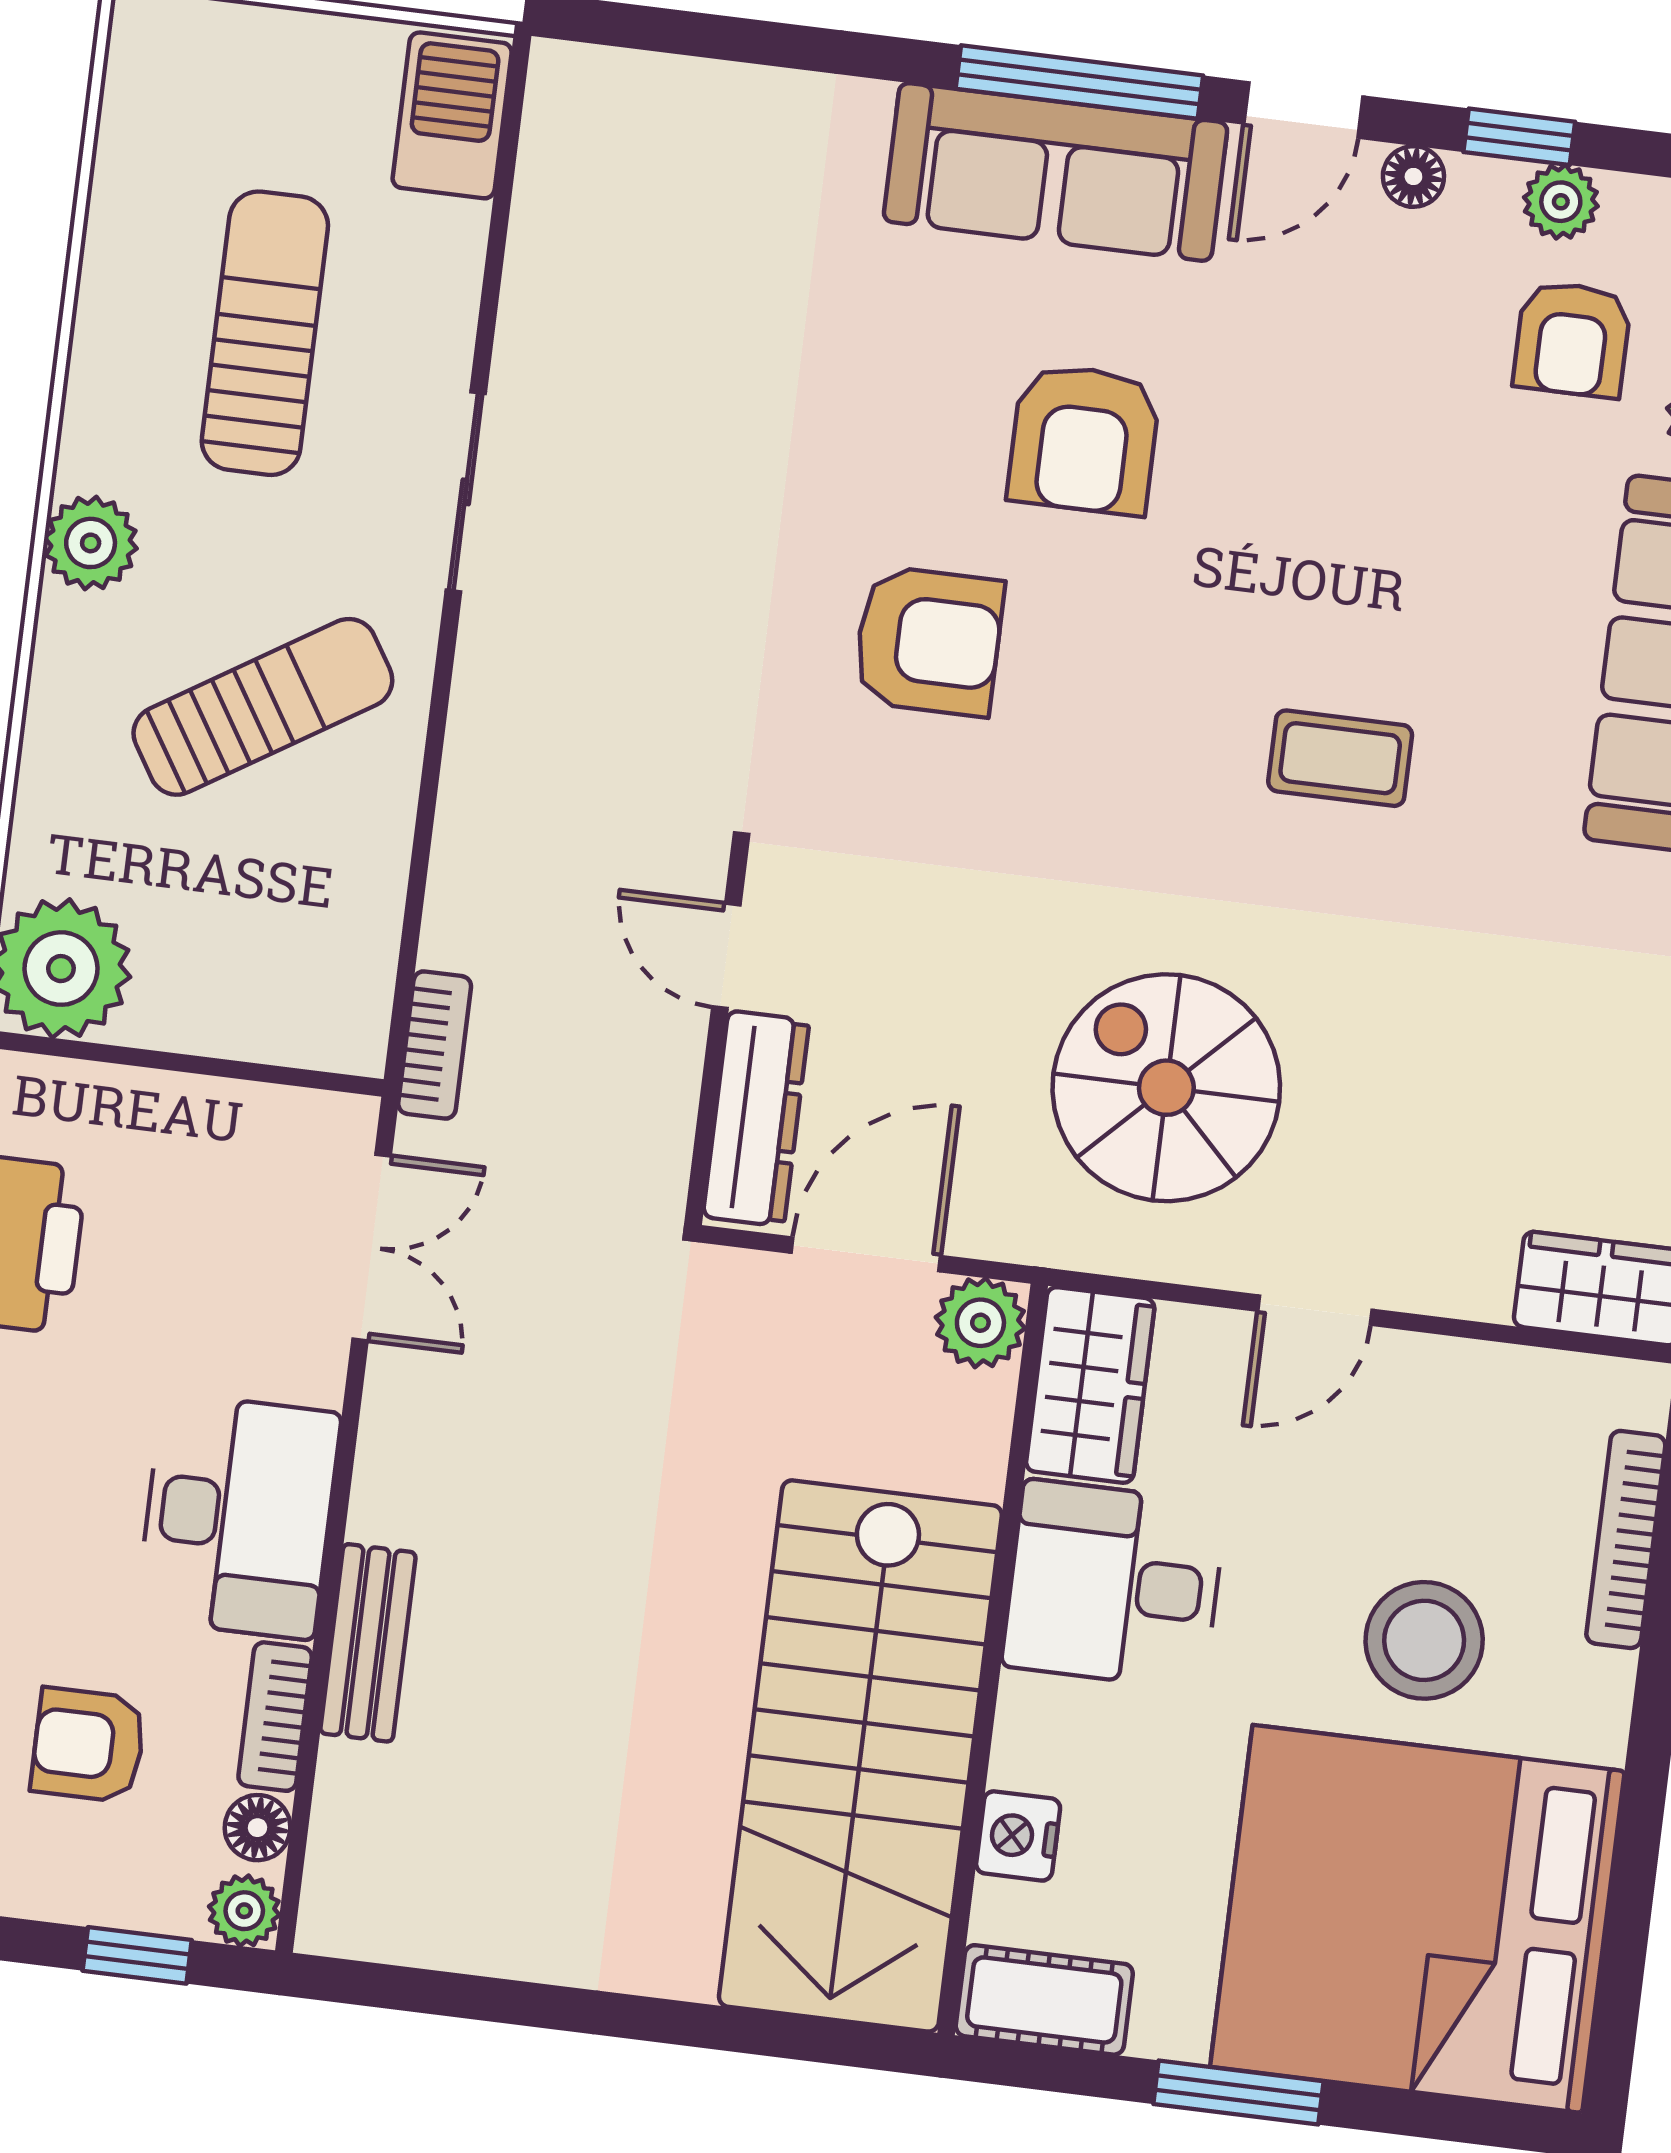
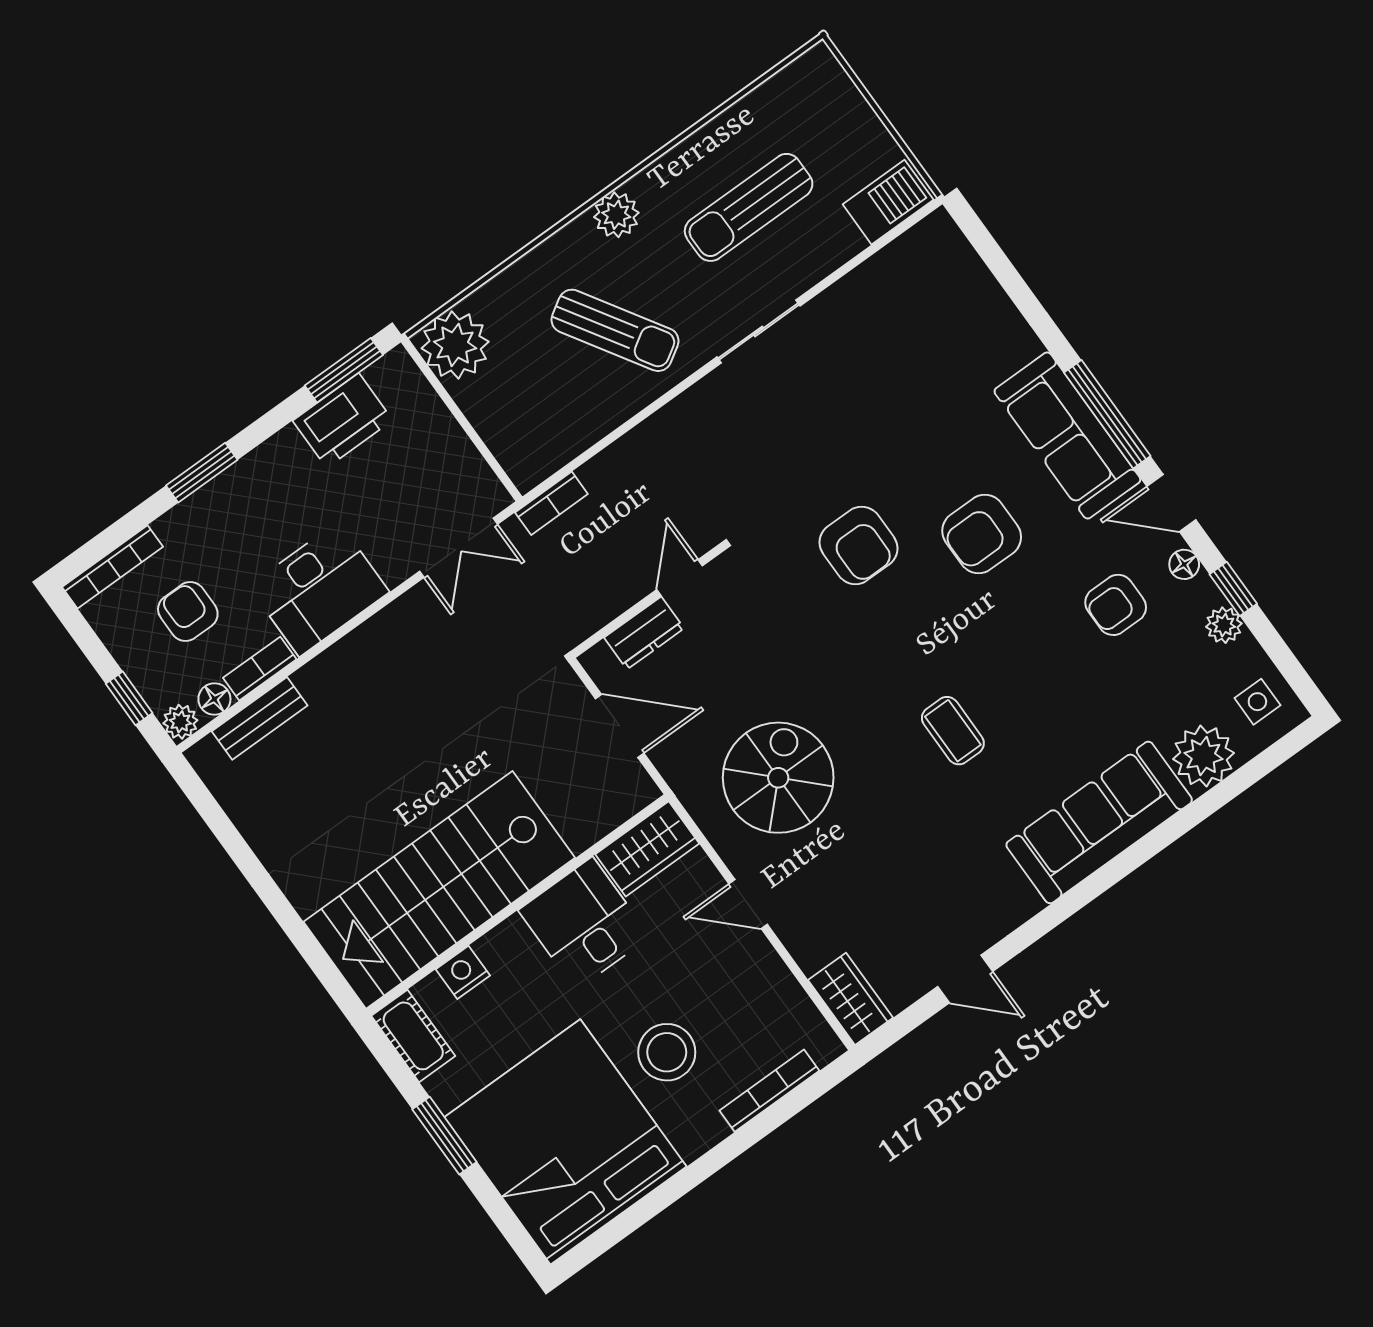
sun lounger: (265, 333) -> (749, 207), turned 180
armchair: (1572, 339) -> (1116, 605), moved
dresser: (756, 1119) -> (644, 633), width x0.70
plant: (980, 1323) -> (633, 789), removed
bench: (368, 1643) -> (260, 718), moved

